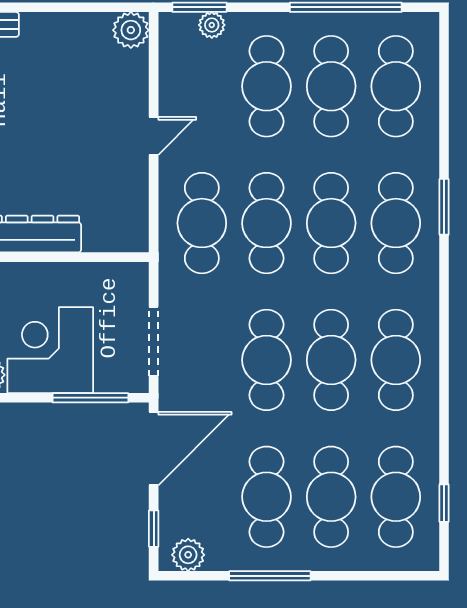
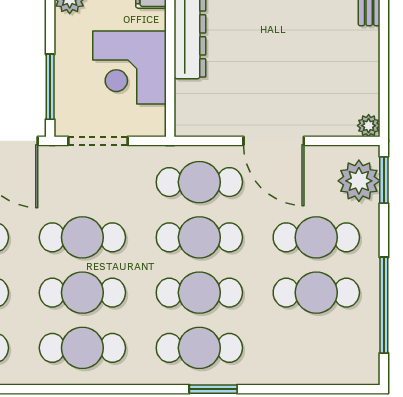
plant: (212, 25) -> (359, 181), width x1.87, depth x1.87
plant: (131, 30) -> (369, 126), width x0.73, depth x0.73
cafe table: (396, 86) -> (316, 348), removed
door: (154, 136) -> (274, 141), width x1.88
corner desk: (50, 350) -> (130, 67), moved, turned 180

